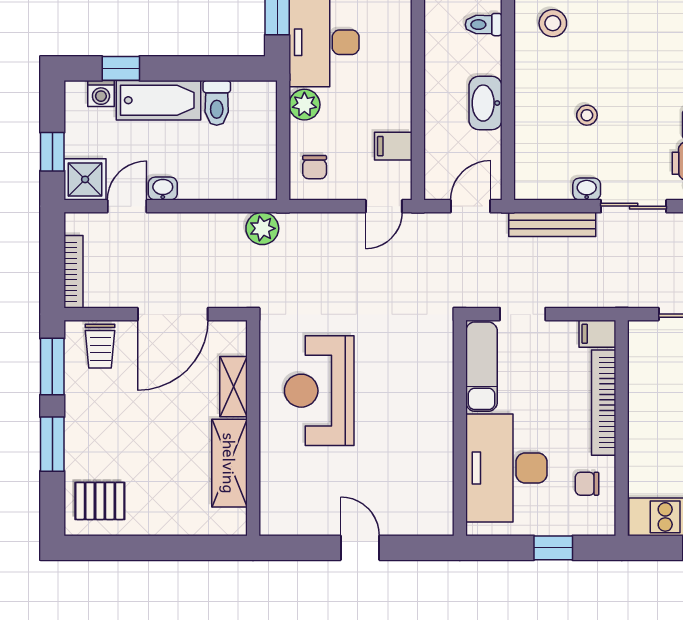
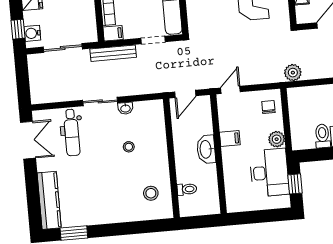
washbasin: (485, 103) -> (206, 149), moved, turned 180
filing cabinet: (393, 146) -> (230, 139), moved
bench: (552, 224) -> (113, 53), moved

